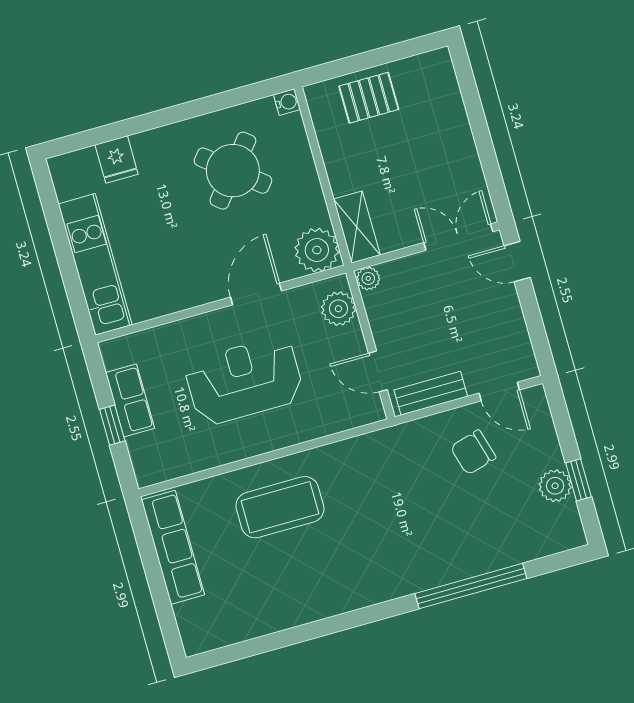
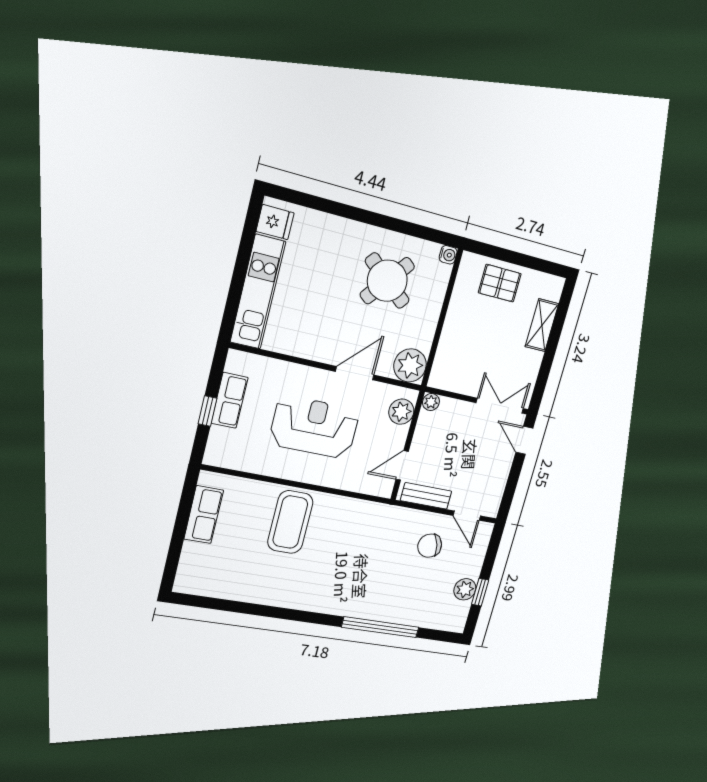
fridge: (117, 160) -> (275, 222), moved, turned -90
shelving: (357, 227) -> (542, 325), moved
door: (378, 371) -> (402, 465), hinge flipped
coffee table: (280, 507) -> (290, 522), turned 90
row of seats: (173, 547) -> (204, 515), width x0.68

